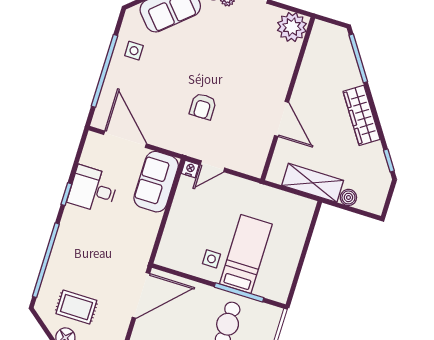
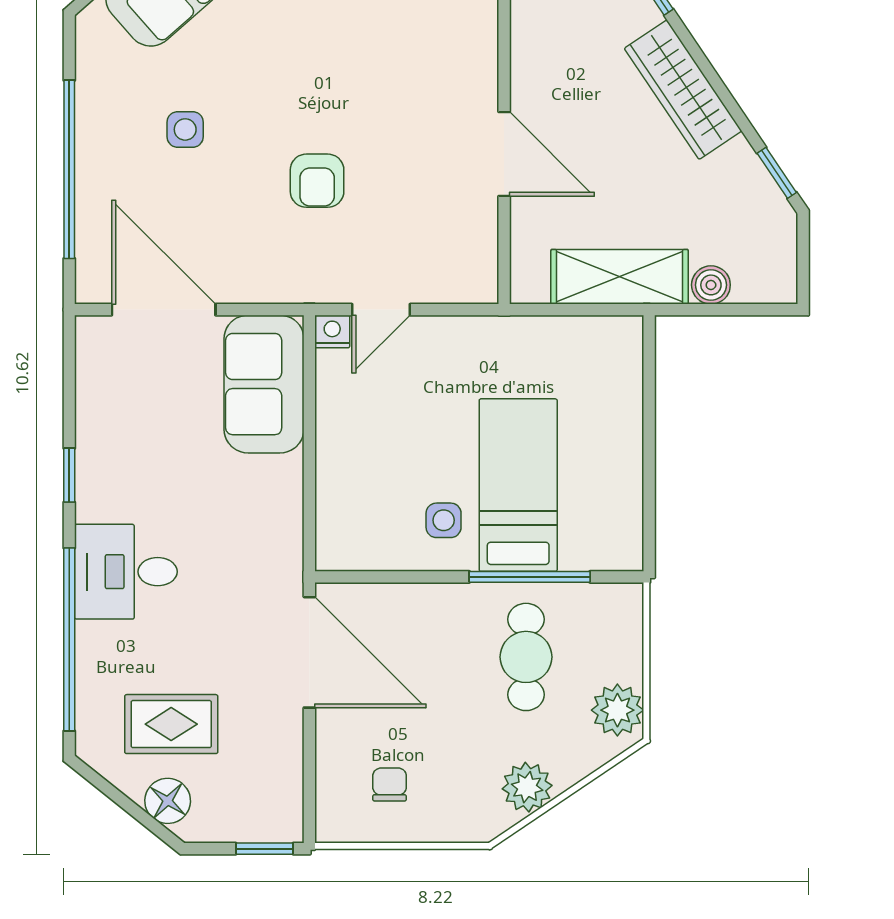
side table: (134, 51) -> (185, 129), moved
desk: (93, 189) -> (126, 572), moved
door: (141, 295) -> (309, 652), hinge flipped

